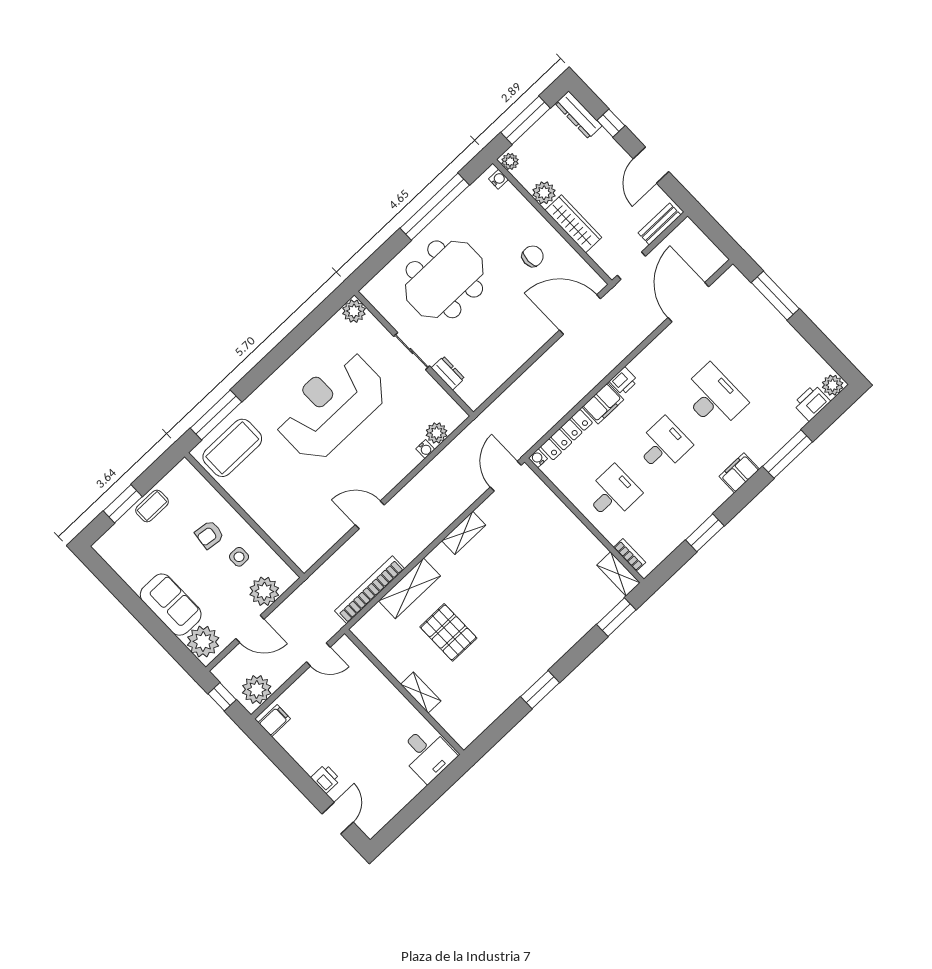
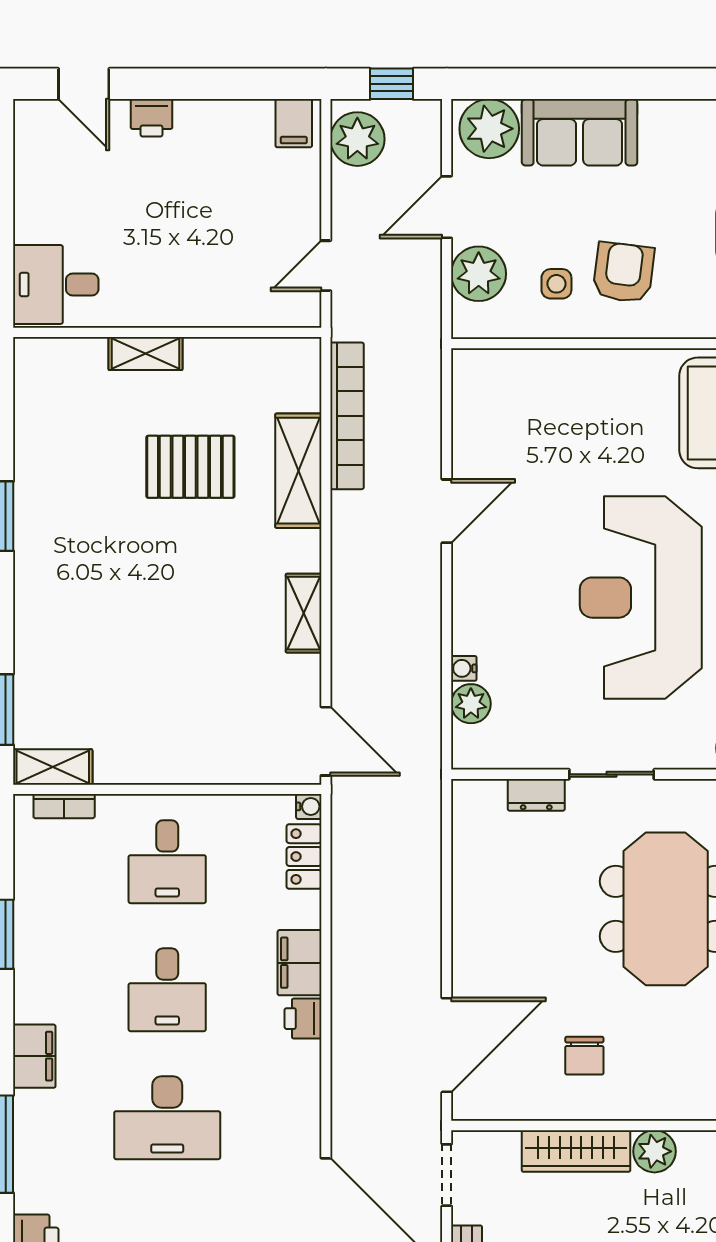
reception desk: (331, 406) -> (641, 598), turned 180
locker: (566, 435) -> (304, 857), width x0.66
armchair: (209, 535) -> (624, 272), width x1.38, depth x1.38

